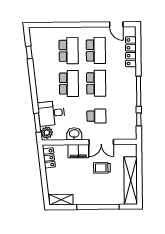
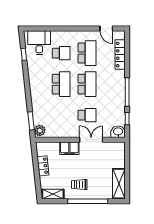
school desk: (69, 51) -> (61, 53), width x0.54
desk: (51, 113) -> (39, 43), moved, turned 96
washbasin: (74, 134) -> (118, 132), moved
double door: (101, 142) -> (91, 140), swing flipped
locker: (49, 158) -> (43, 166), moved
trolley: (102, 168) -> (79, 185), moved
shelving: (131, 181) -> (119, 184), width x0.68

